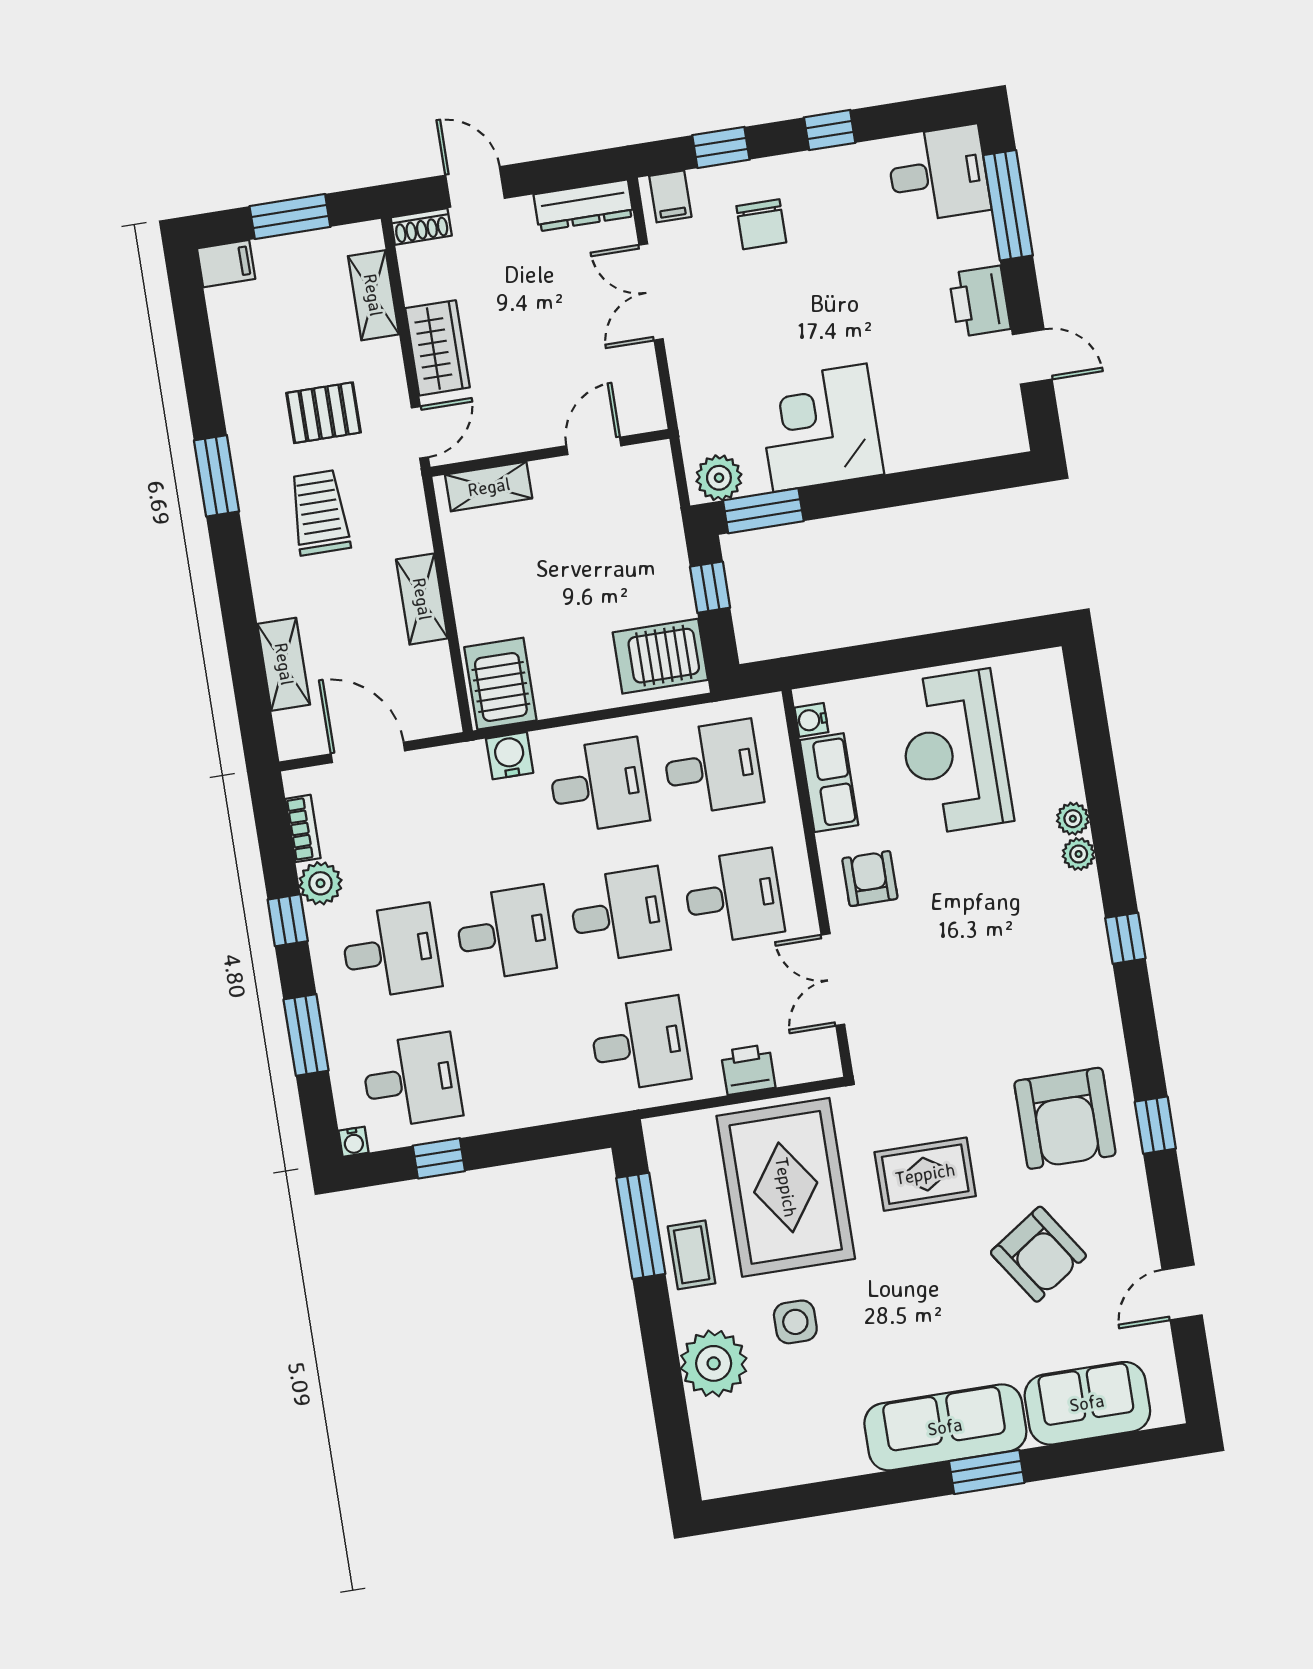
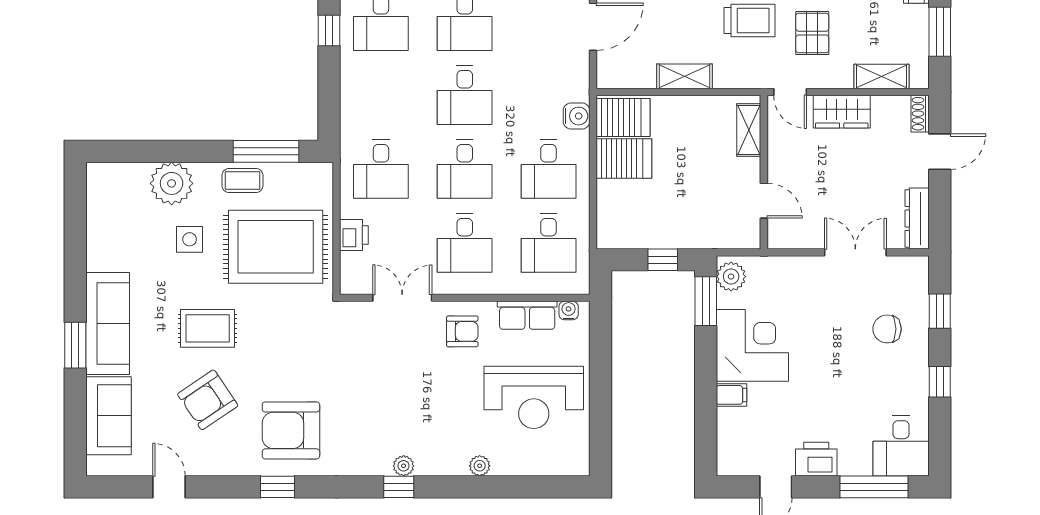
filing cabinet: (670, 196) -> (731, 395), moved, turned 180
server rack: (660, 656) -> (624, 159), moved, turned 90
reception desk: (954, 752) -> (534, 397), turned 180
plant: (1079, 854) -> (404, 466), moved
rug: (925, 1174) -> (208, 328), moved, turned 90

